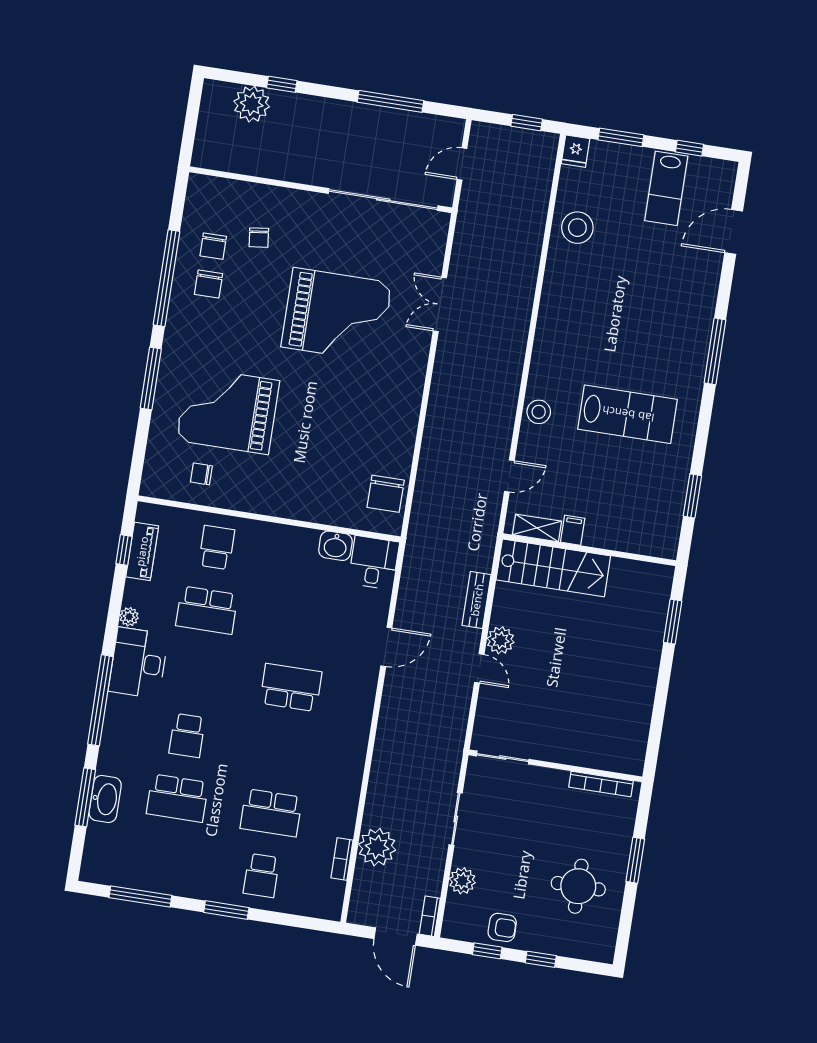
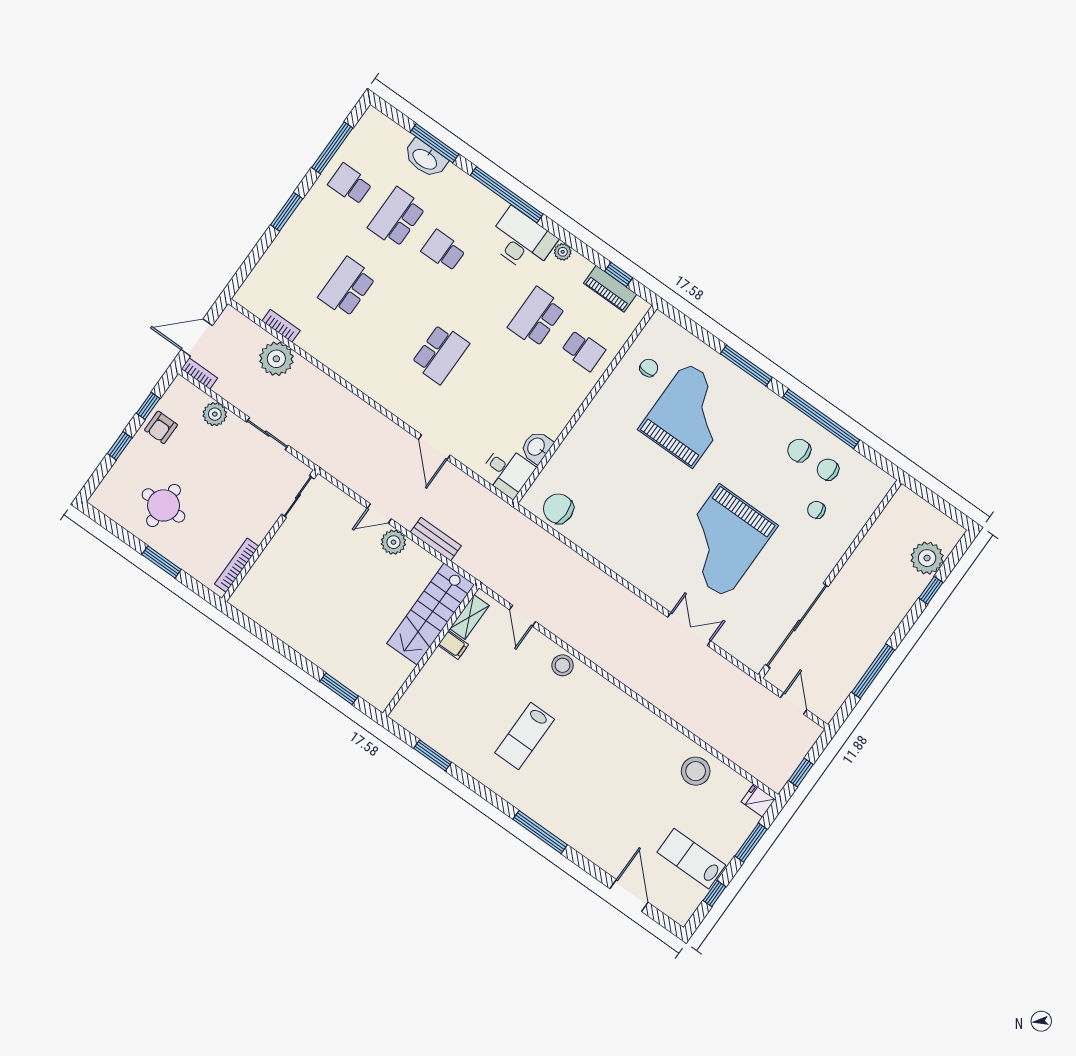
lab bench: (628, 414) -> (525, 736), width x0.73, depth x0.72
school desk: (261, 875) -> (350, 184), moved

